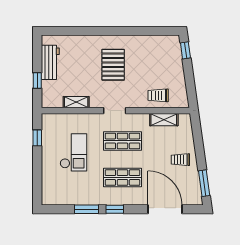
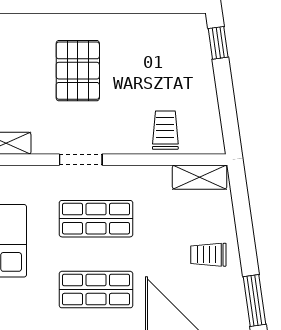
trolley: (158, 95) -> (165, 130), turned 90
shelving: (164, 120) -> (200, 177), moved

